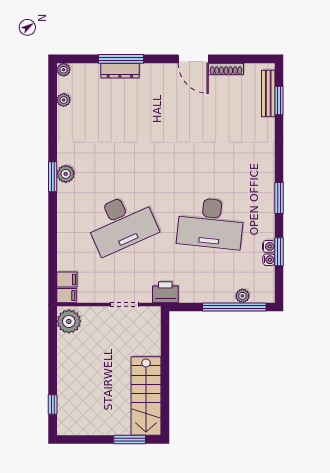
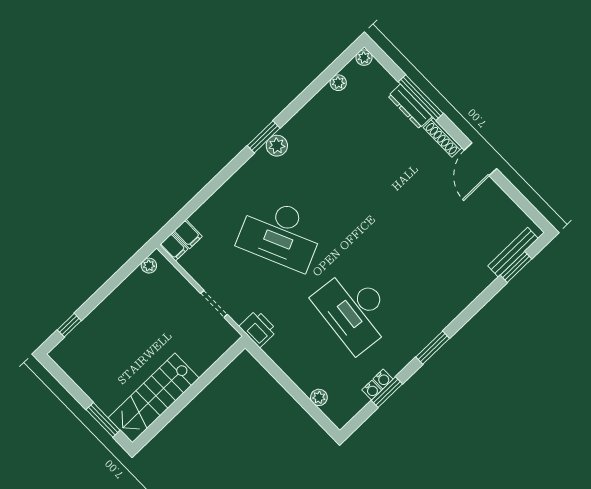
shoe rack: (226, 69) -> (443, 138), moved
window: (234, 307) -> (303, 400), removed
plant: (69, 321) -> (149, 266), width x0.53, depth x0.53

